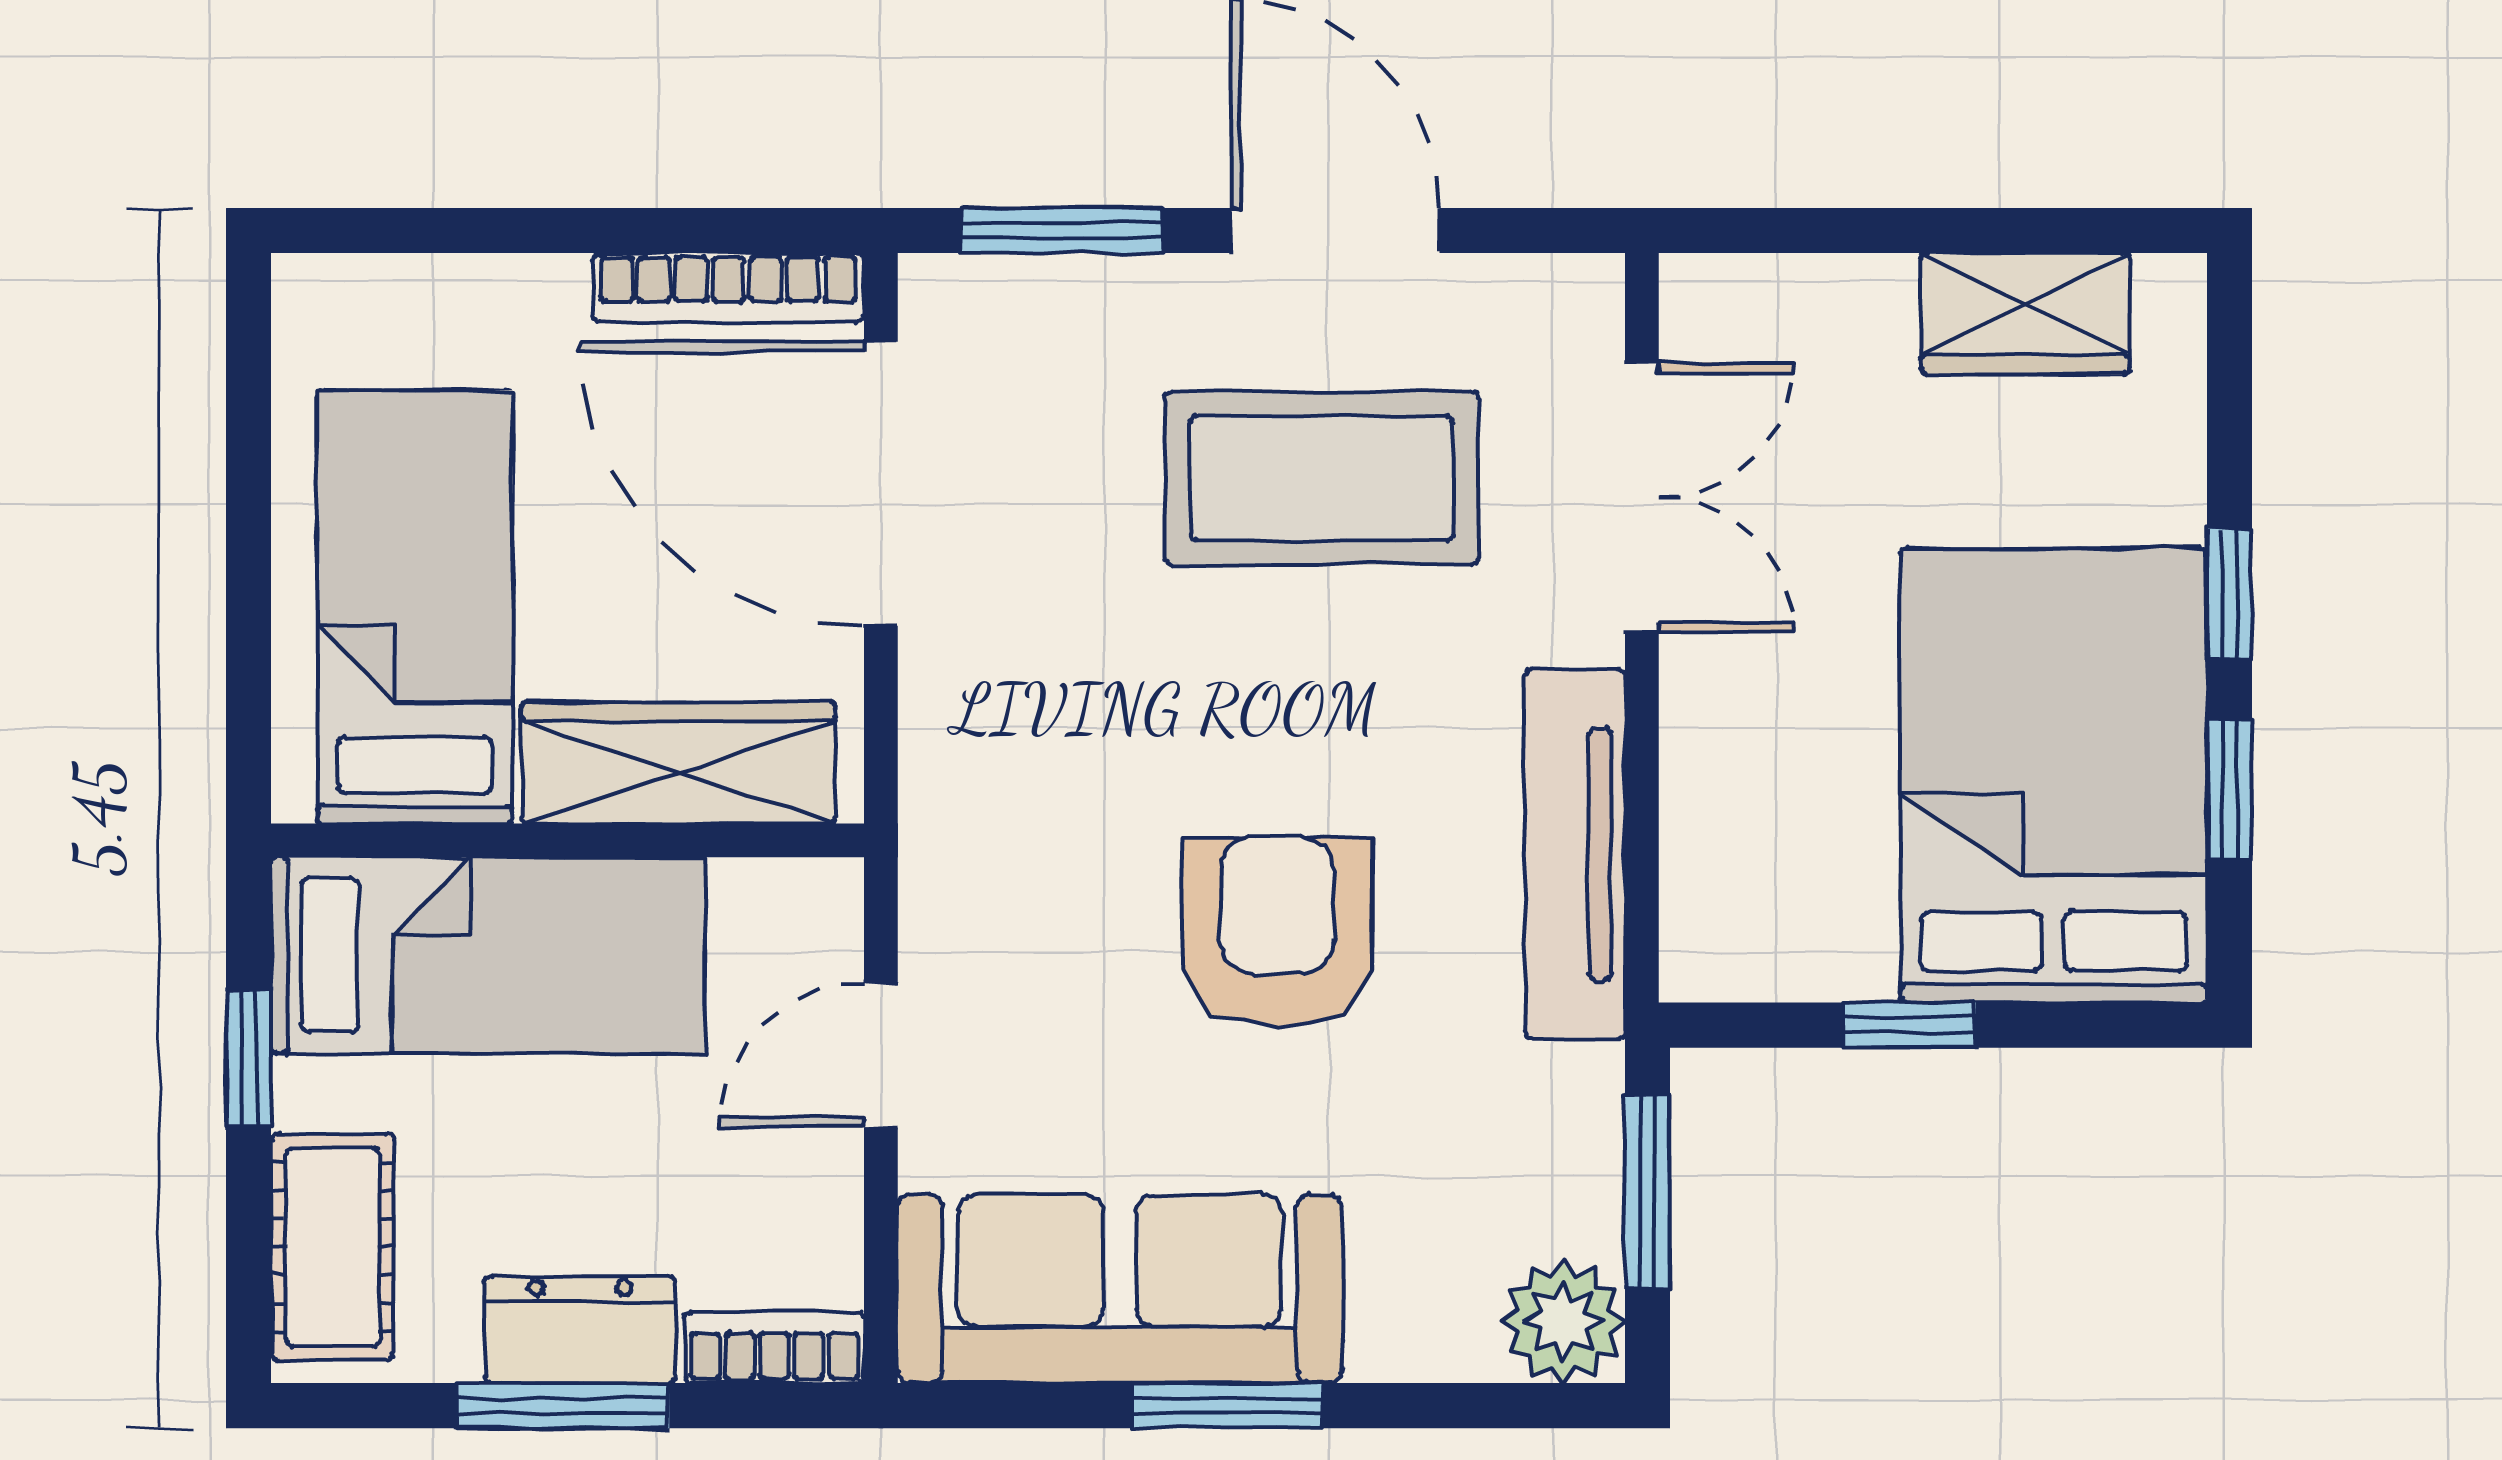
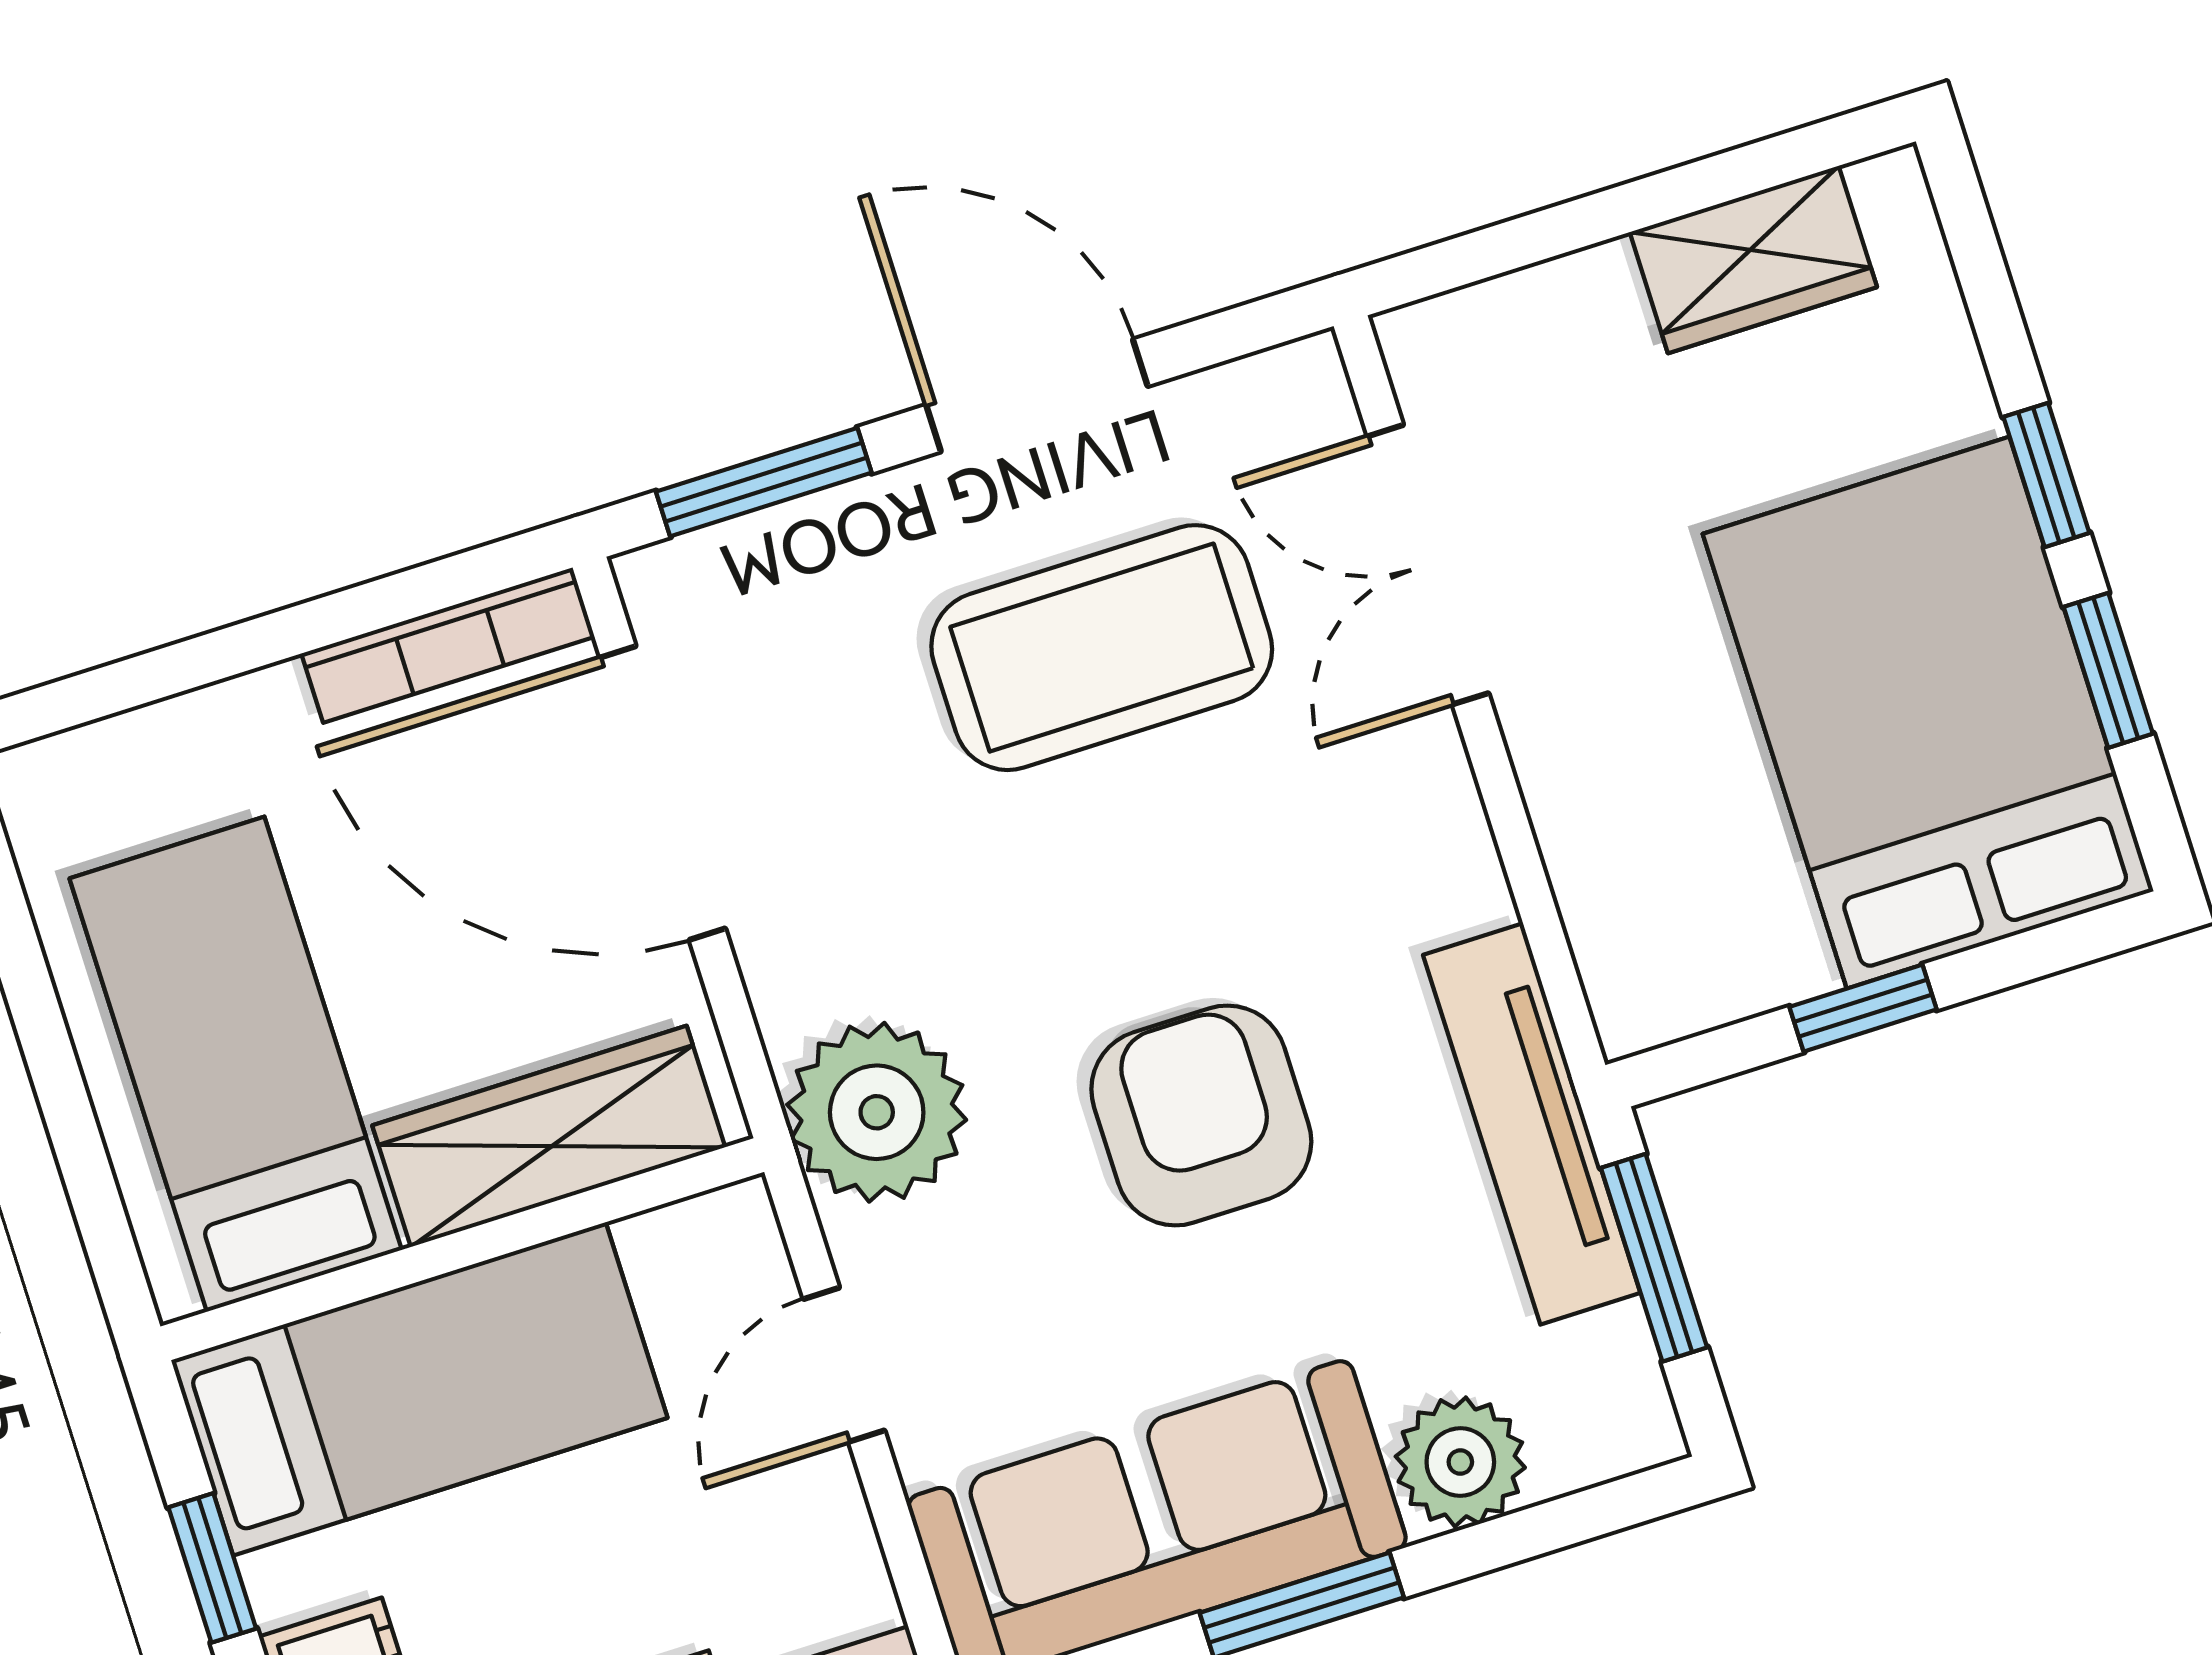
double door: (1642, 497) -> (1428, 565), swing flipped
plant: (983, 835) -> (877, 1112), added
tv unit: (1575, 854) -> (1532, 1124), moved
plant: (1563, 1321) -> (1460, 1462), moved

